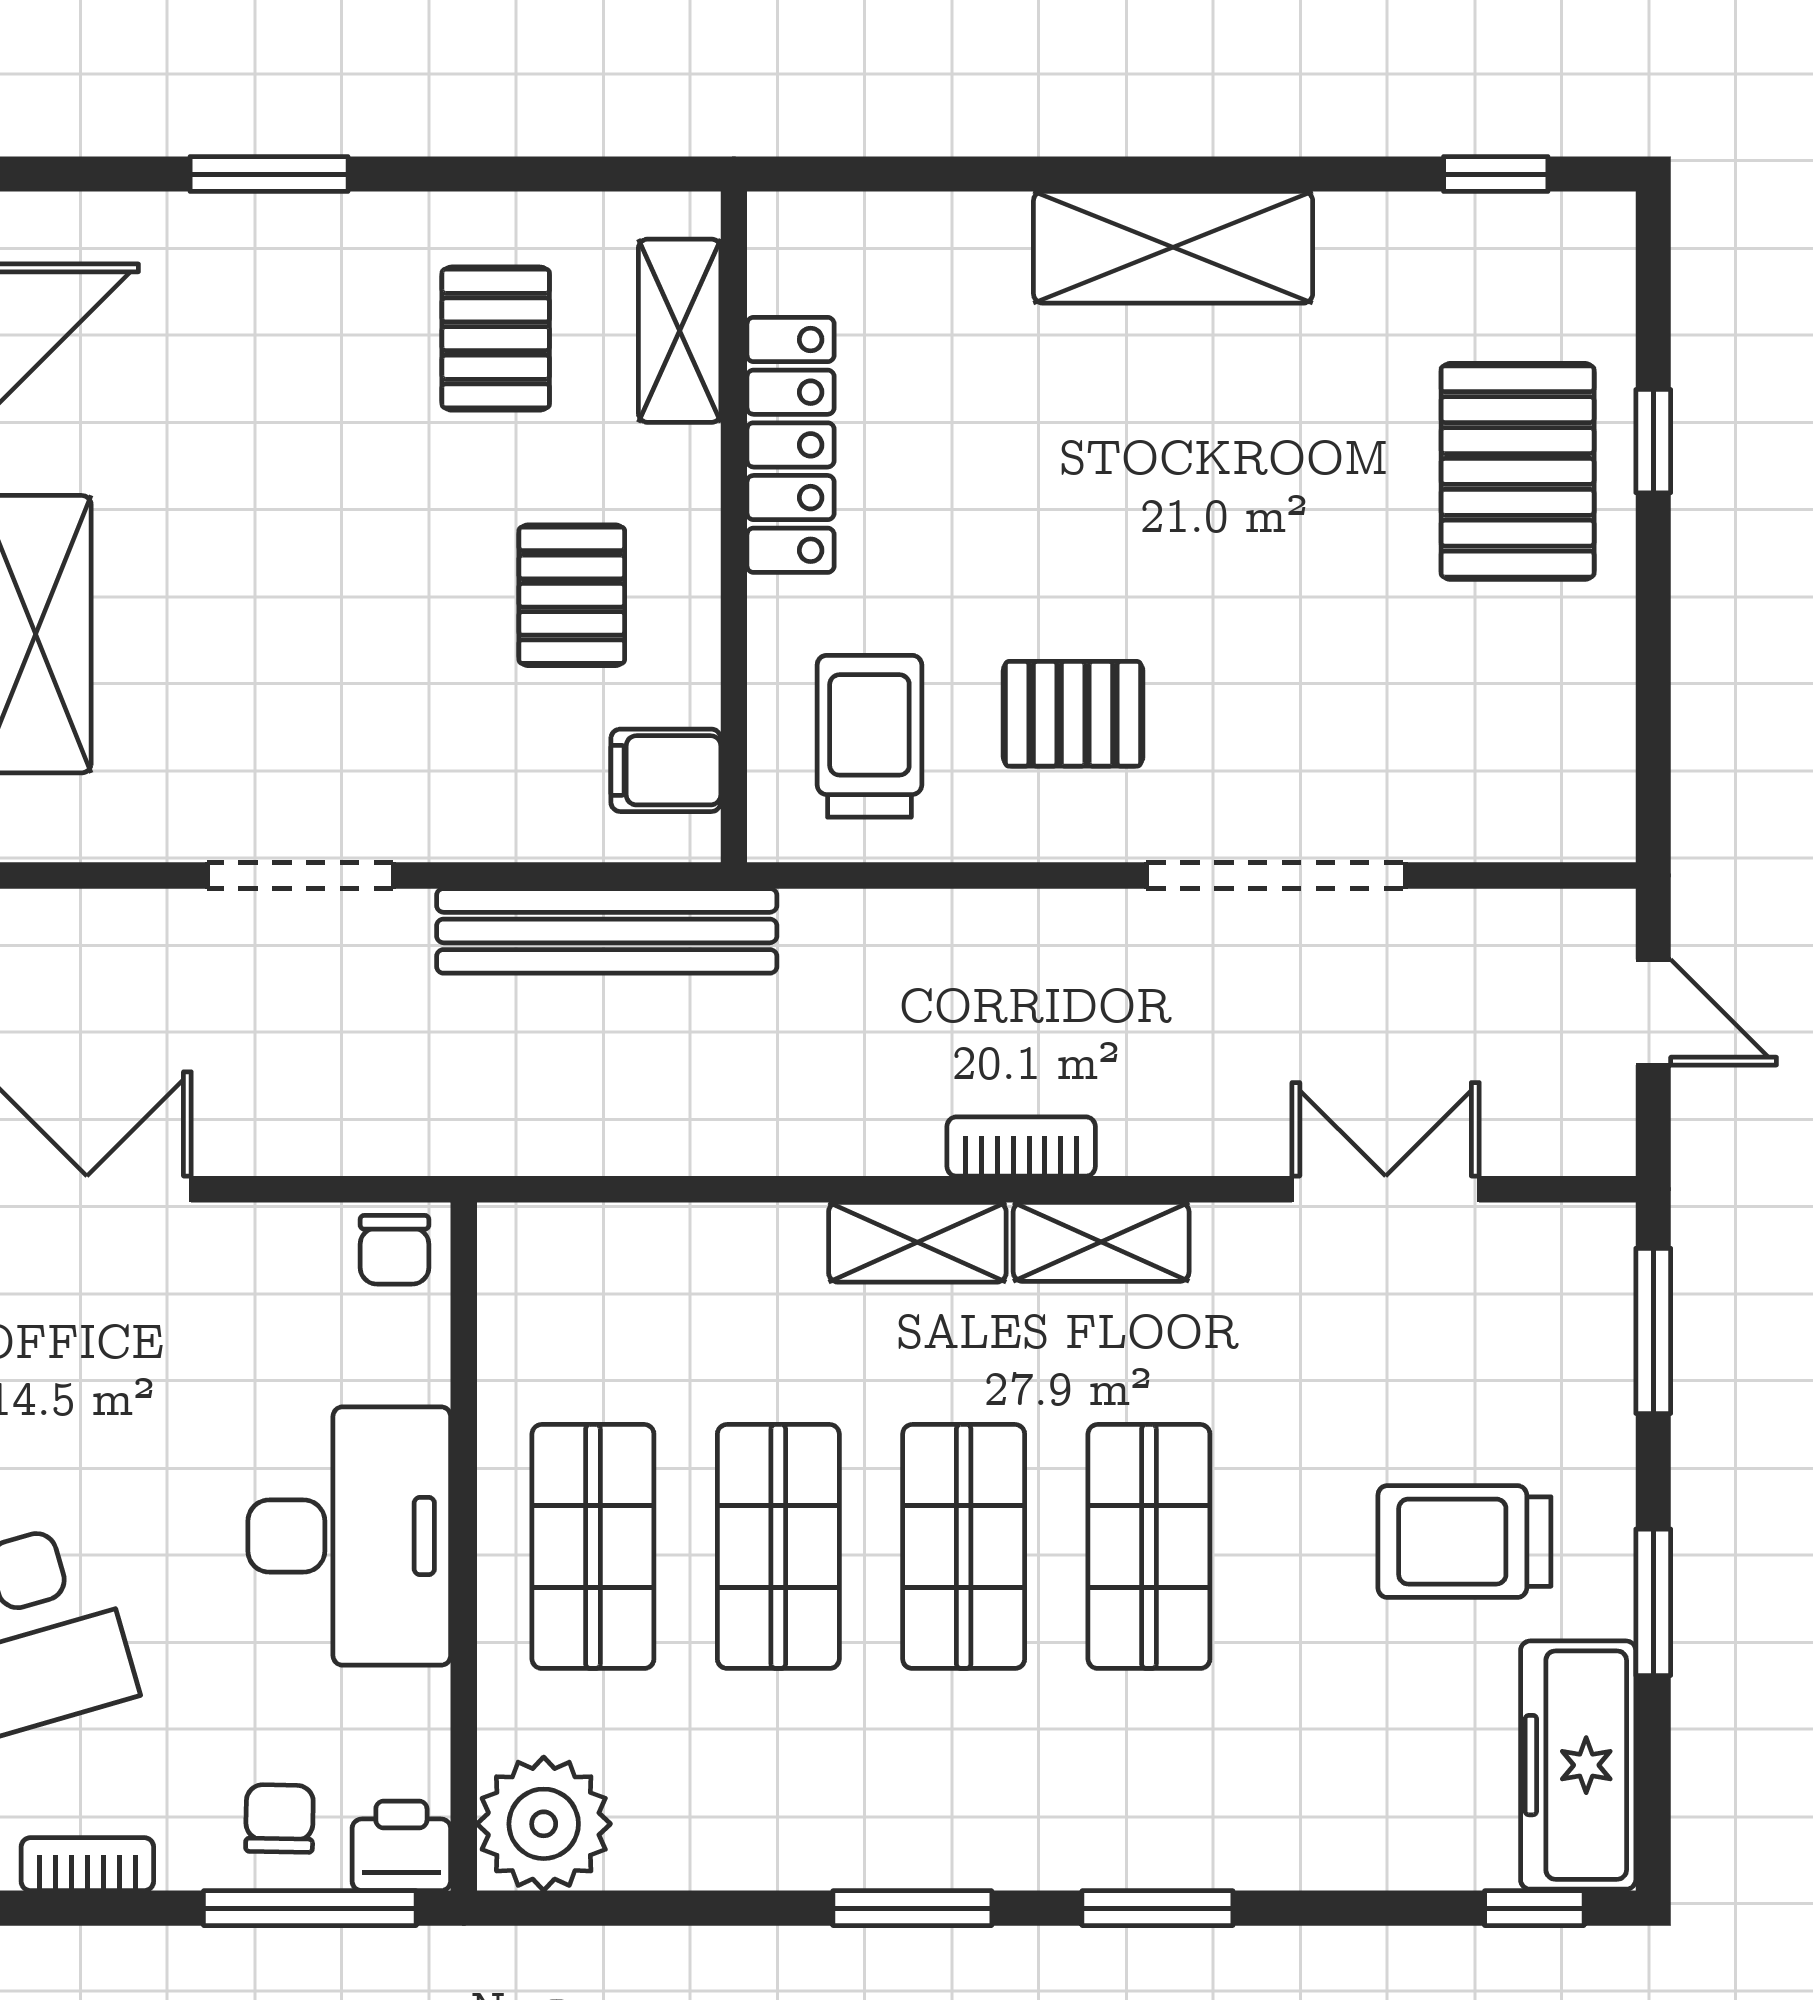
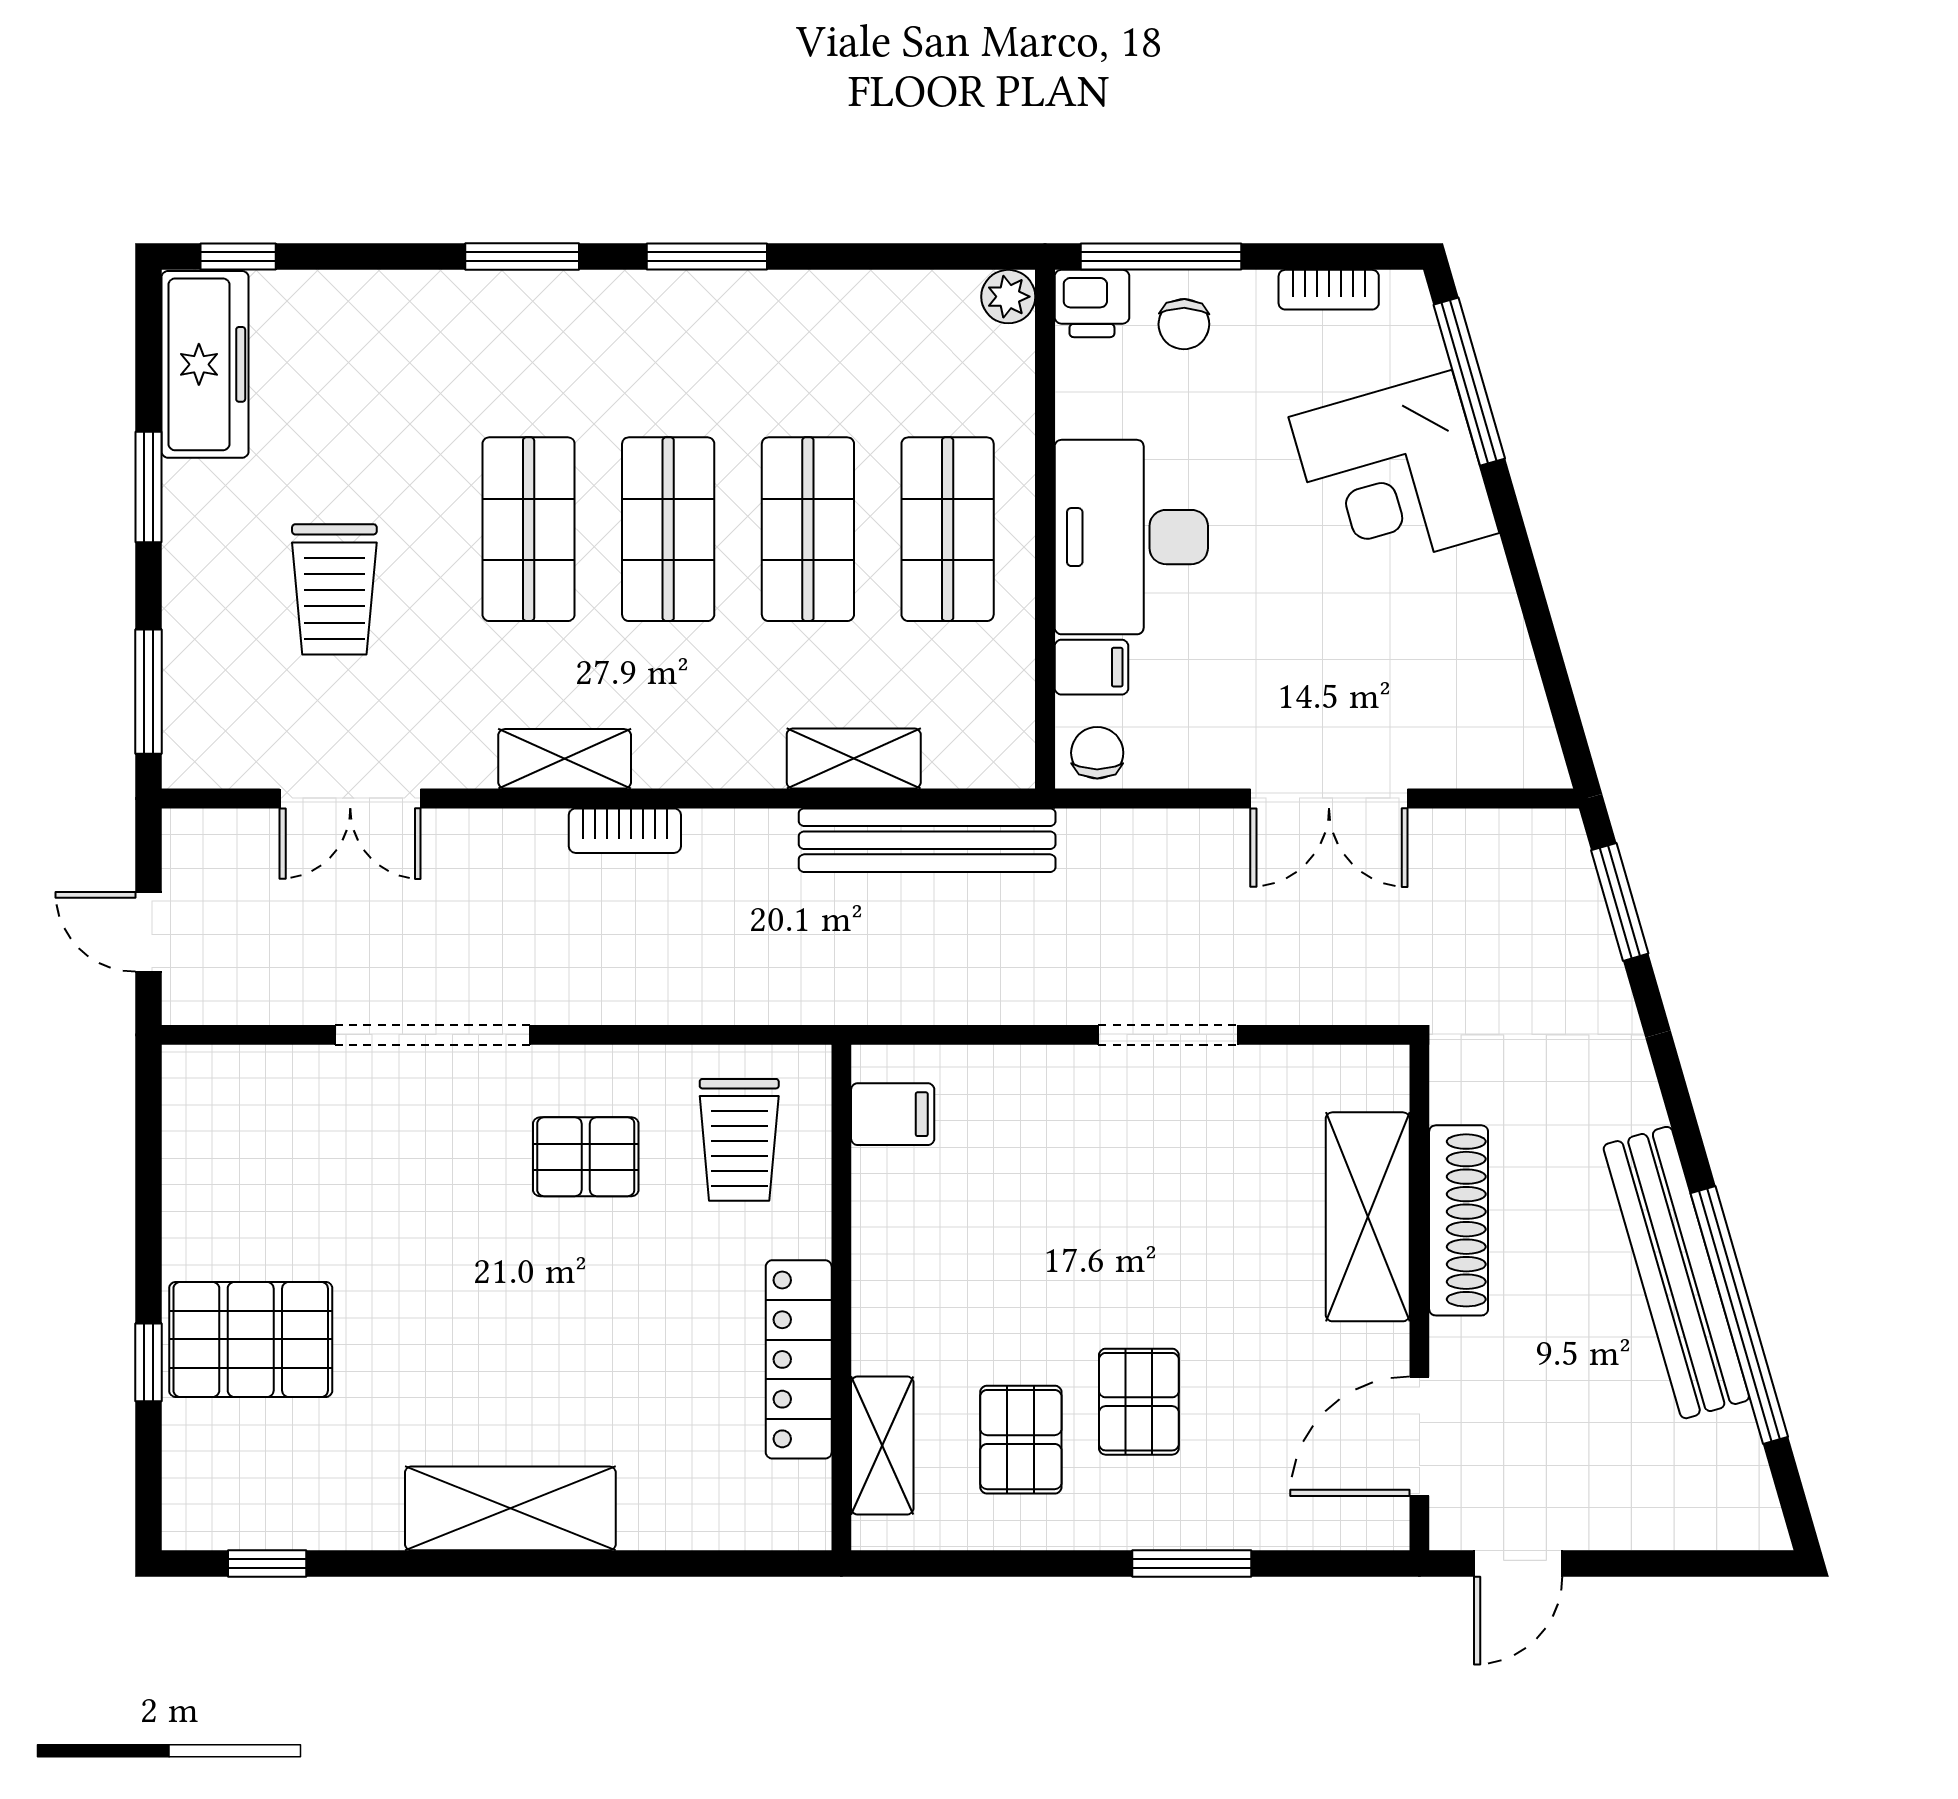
pallet: (1518, 471) -> (251, 1339), turned 90
pallet: (572, 595) -> (1139, 1402), moved
bench: (607, 931) -> (927, 840), moved
shelving: (917, 1242) -> (854, 758), moved
filing cabinet: (402, 1363) -> (1092, 667), added
trolley: (1464, 1542) -> (334, 589), moved, turned 90
plant: (544, 1824) -> (1008, 297), width x0.53, depth x0.53

